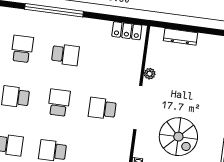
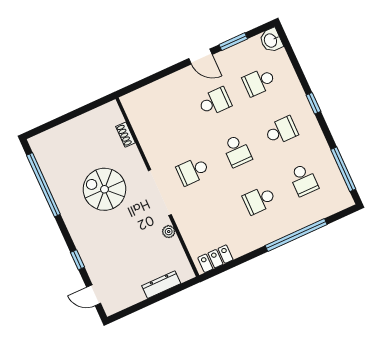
school desk: (102, 108) -> (193, 171), turned 180

